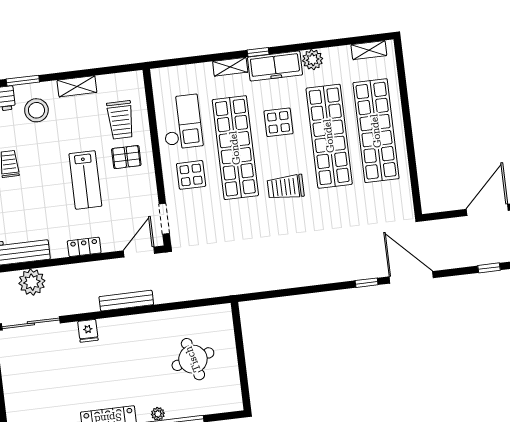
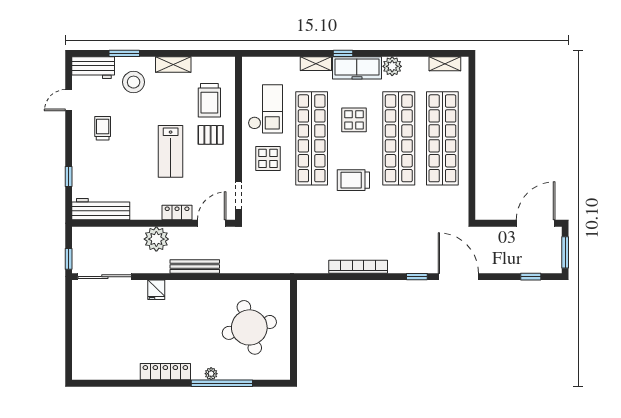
locker: (84, 247) -> (177, 213), moved
bookcase: (302, 280) -> (358, 267), added
plant: (32, 282) -> (156, 239), moved
round table: (193, 359) -> (249, 327), width x1.36, depth x1.36

